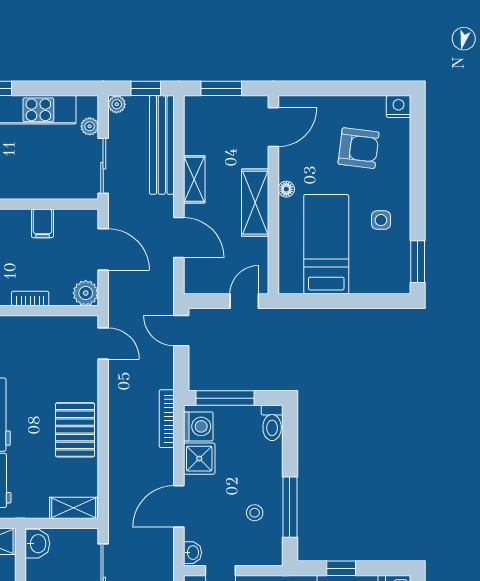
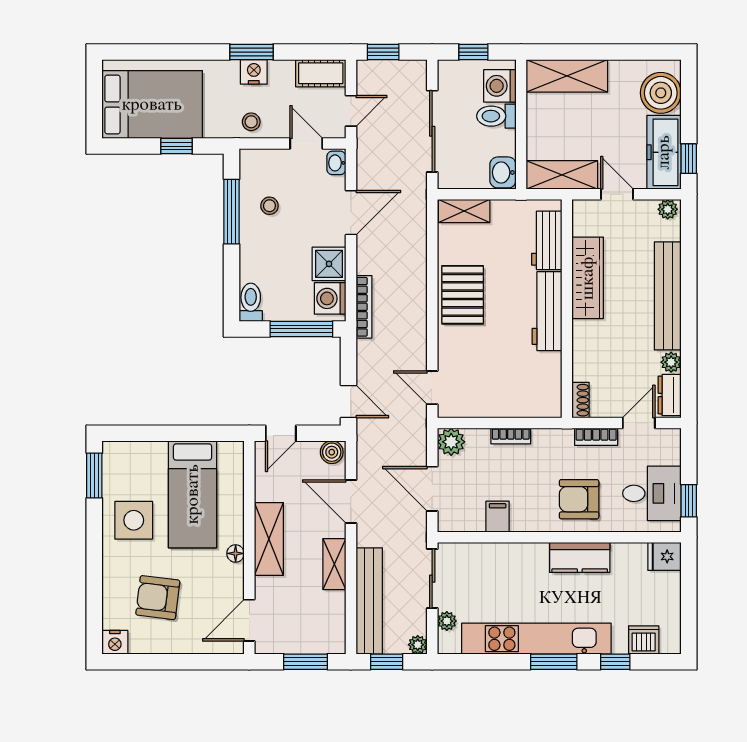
side table: (381, 220) -> (134, 520), width x1.87, depth x1.87
boiler: (197, 283) -> (332, 452), added

